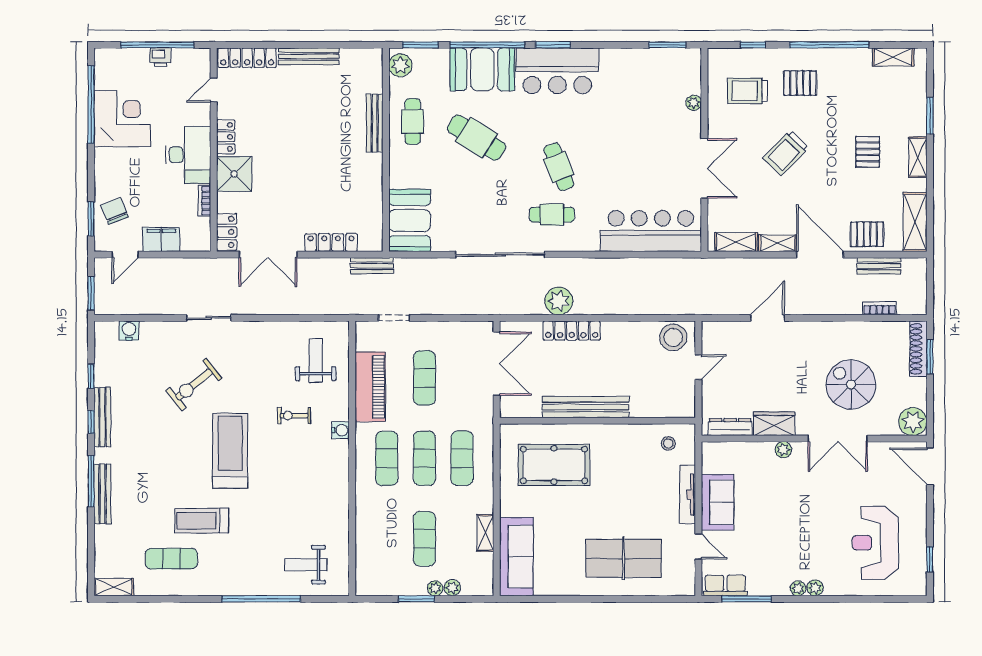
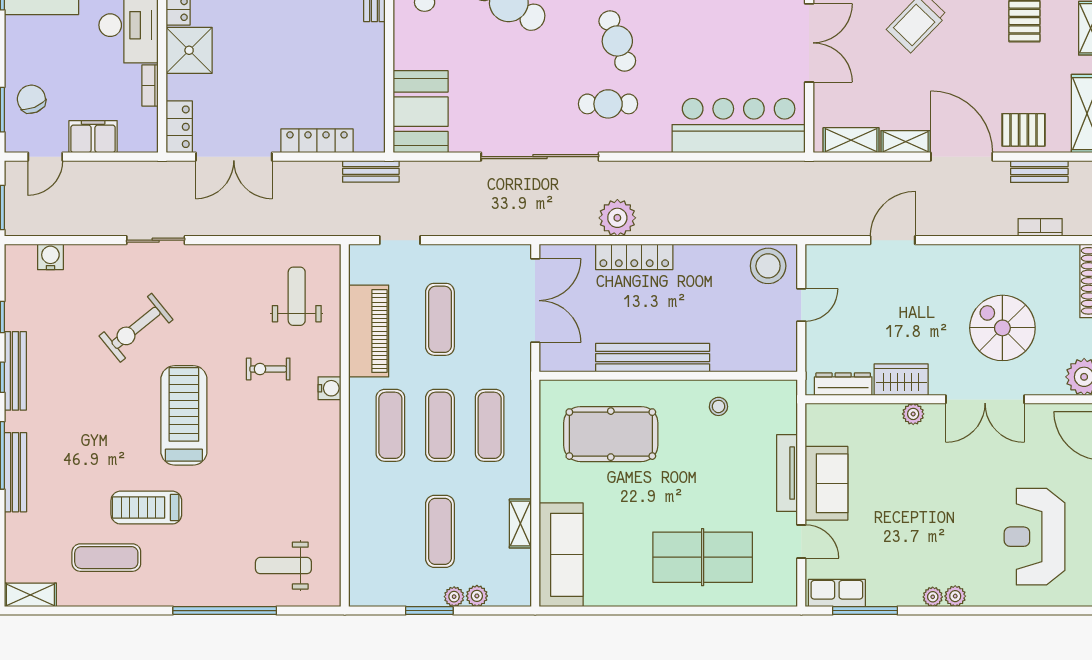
stool: (668, 444) -> (718, 406), moved

